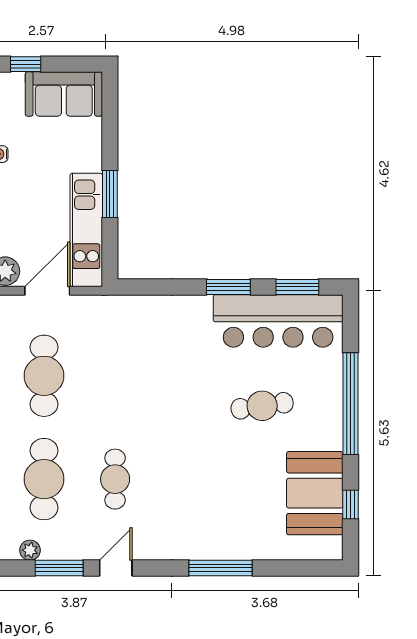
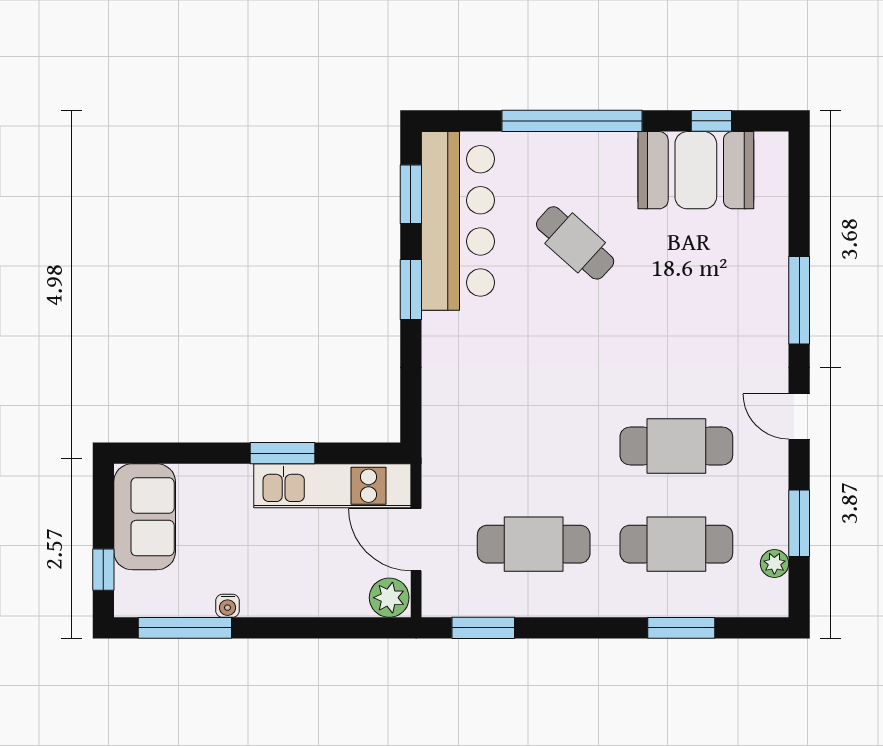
cafe table: (262, 406) -> (575, 243), turned -40
cafe table: (115, 479) -> (676, 446), width x1.37, depth x1.35
door: (116, 568) -> (799, 416), moved

